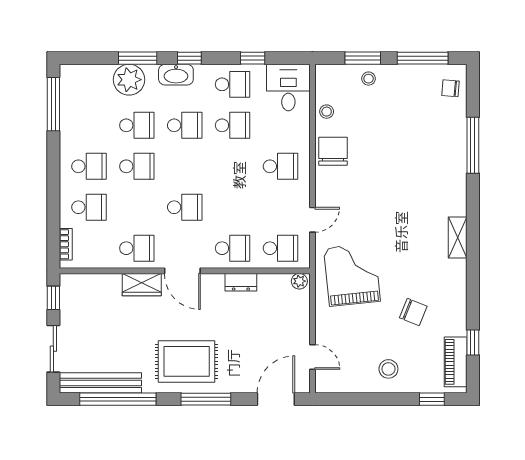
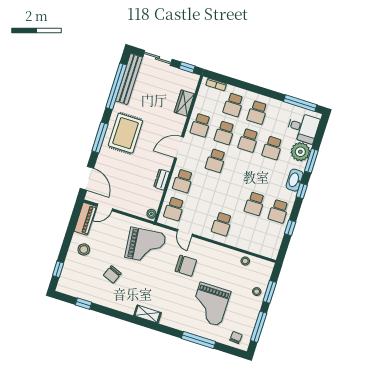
desk: (288, 87) -> (303, 128), moved
school desk: (185, 125) -> (225, 133), moved
grand piano: (411, 145) -> (210, 304), added
chair: (333, 151) -> (186, 266), moved
wardrobe: (142, 285) -> (184, 103), moved
piano: (456, 362) -> (85, 219), moved, turned 90

